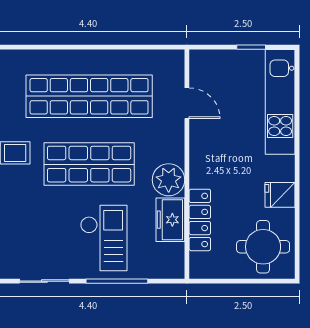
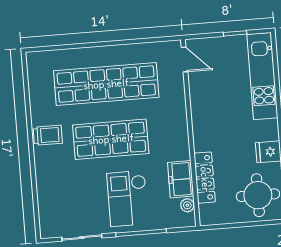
door: (187, 103) -> (185, 59), moved
plant: (169, 180) -> (187, 205), moved, width x0.53, depth x0.53
checkout: (104, 238) -> (128, 199), turned 180

